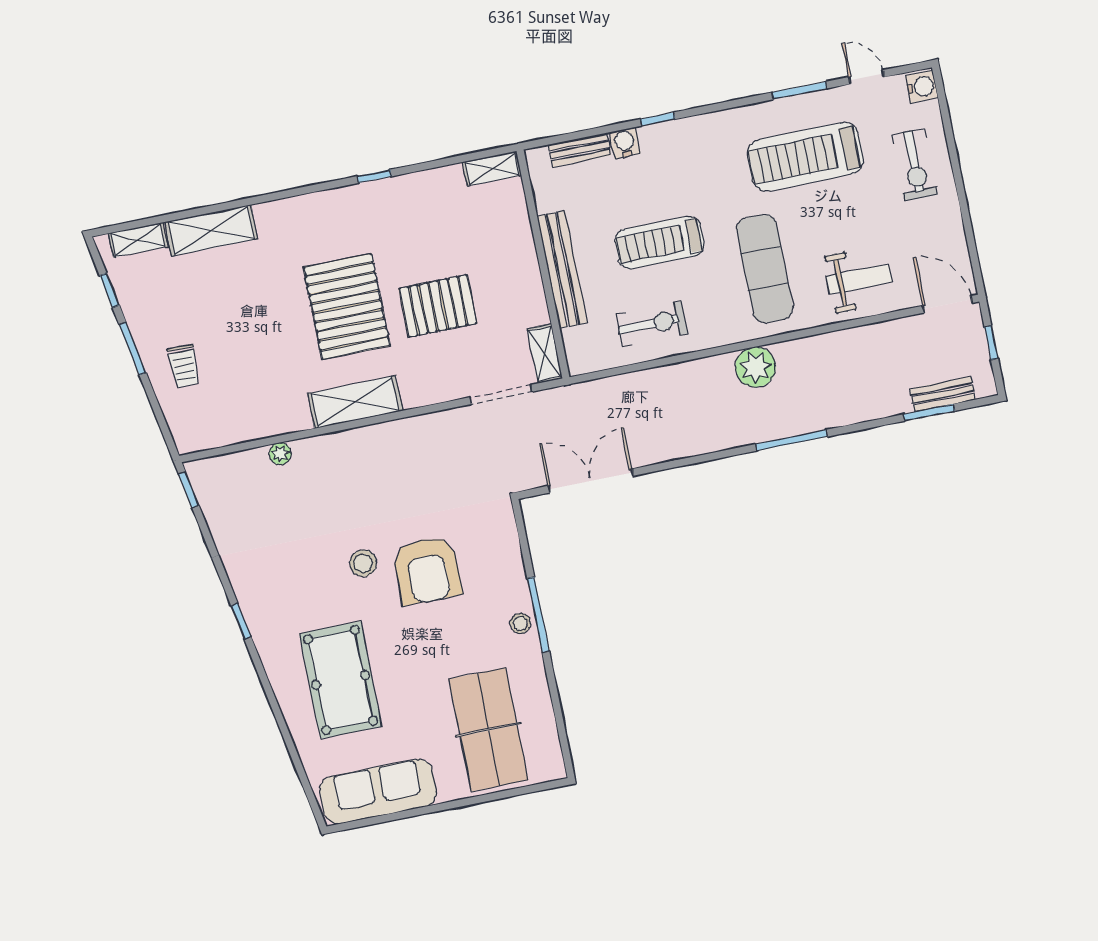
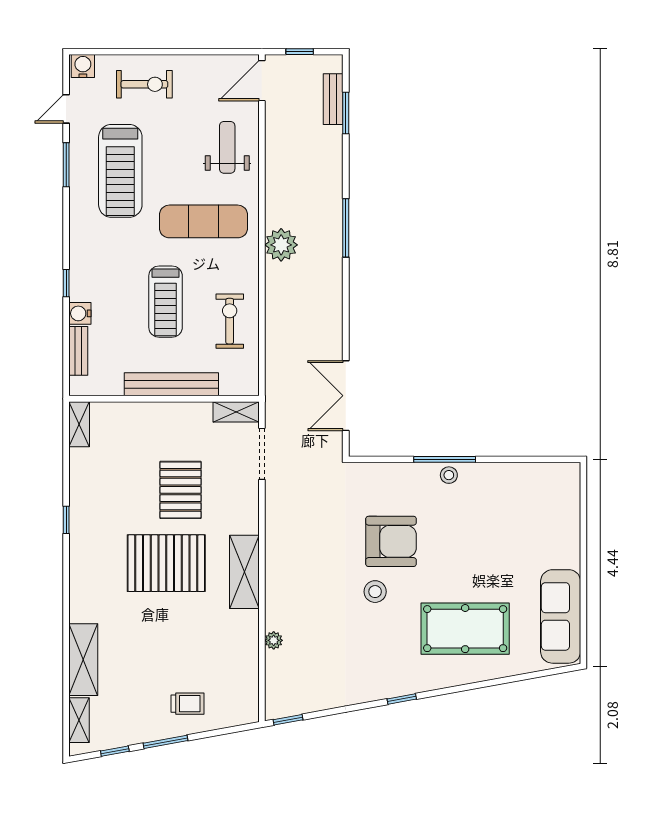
table tennis table: (488, 730) -> (529, 518), removed

